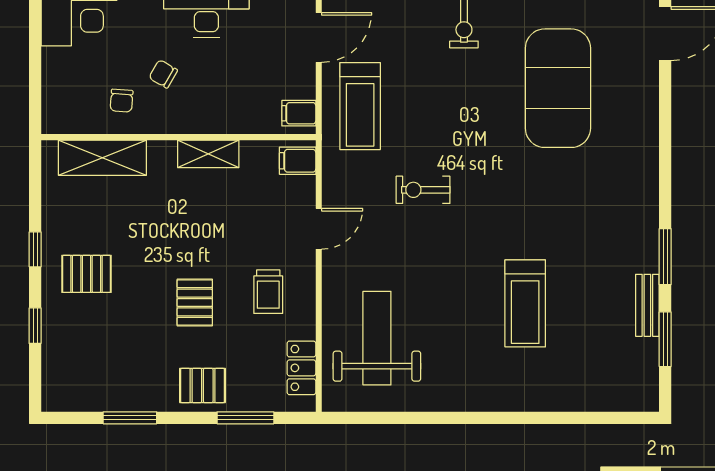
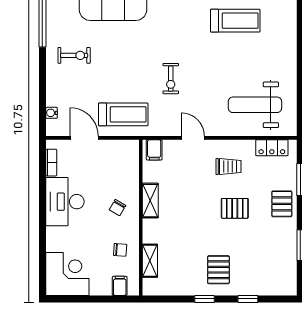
chair: (163, 74) -> (117, 208), moved
filing cabinet: (299, 113) -> (120, 286), moved, turned 180
shelving: (102, 158) -> (150, 261), width x0.67, depth x0.75

